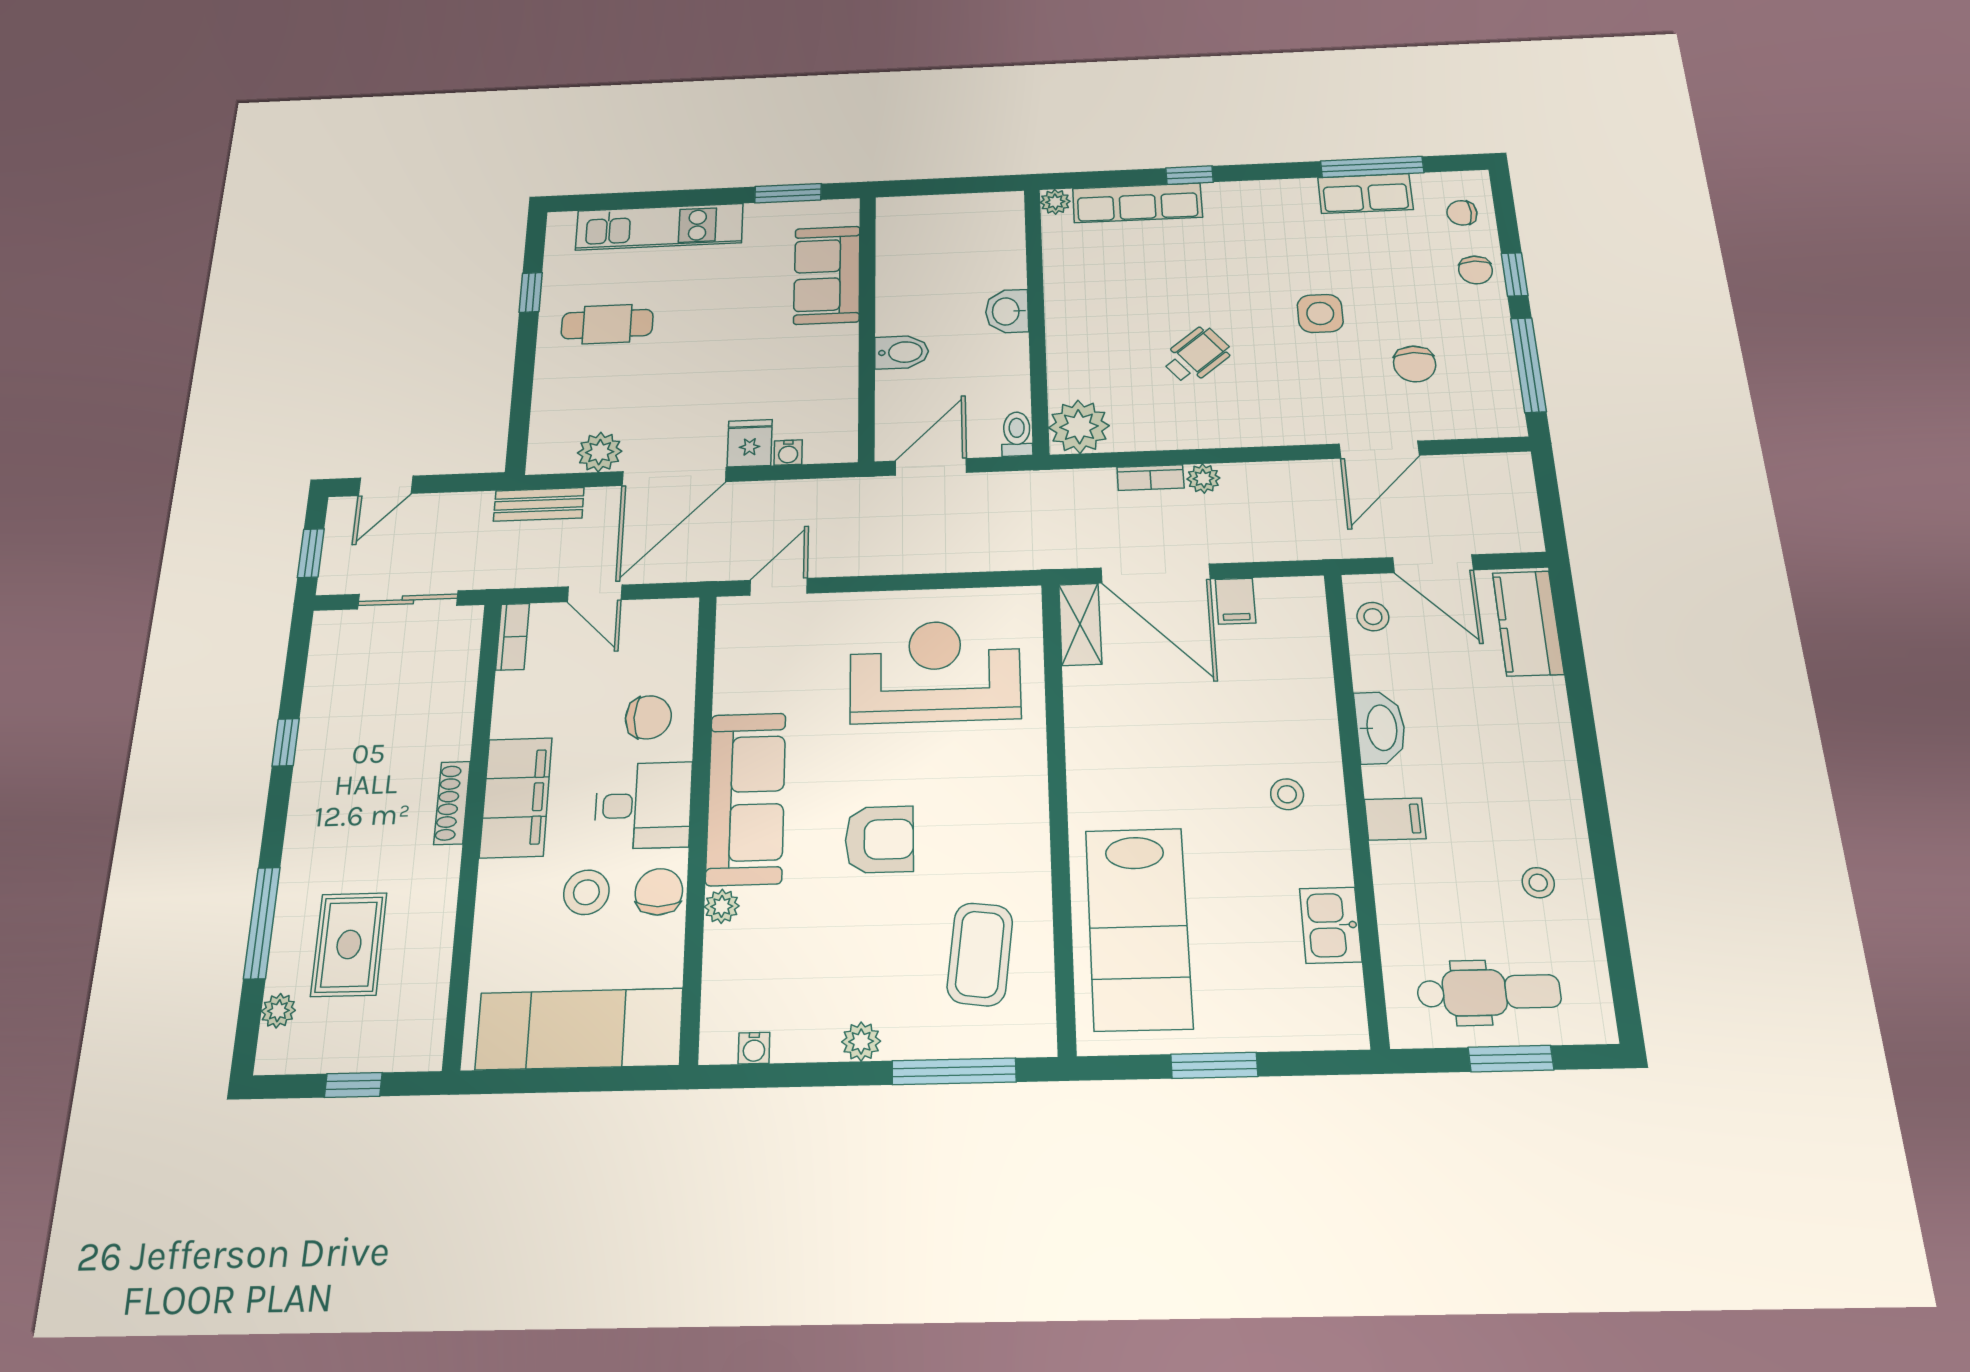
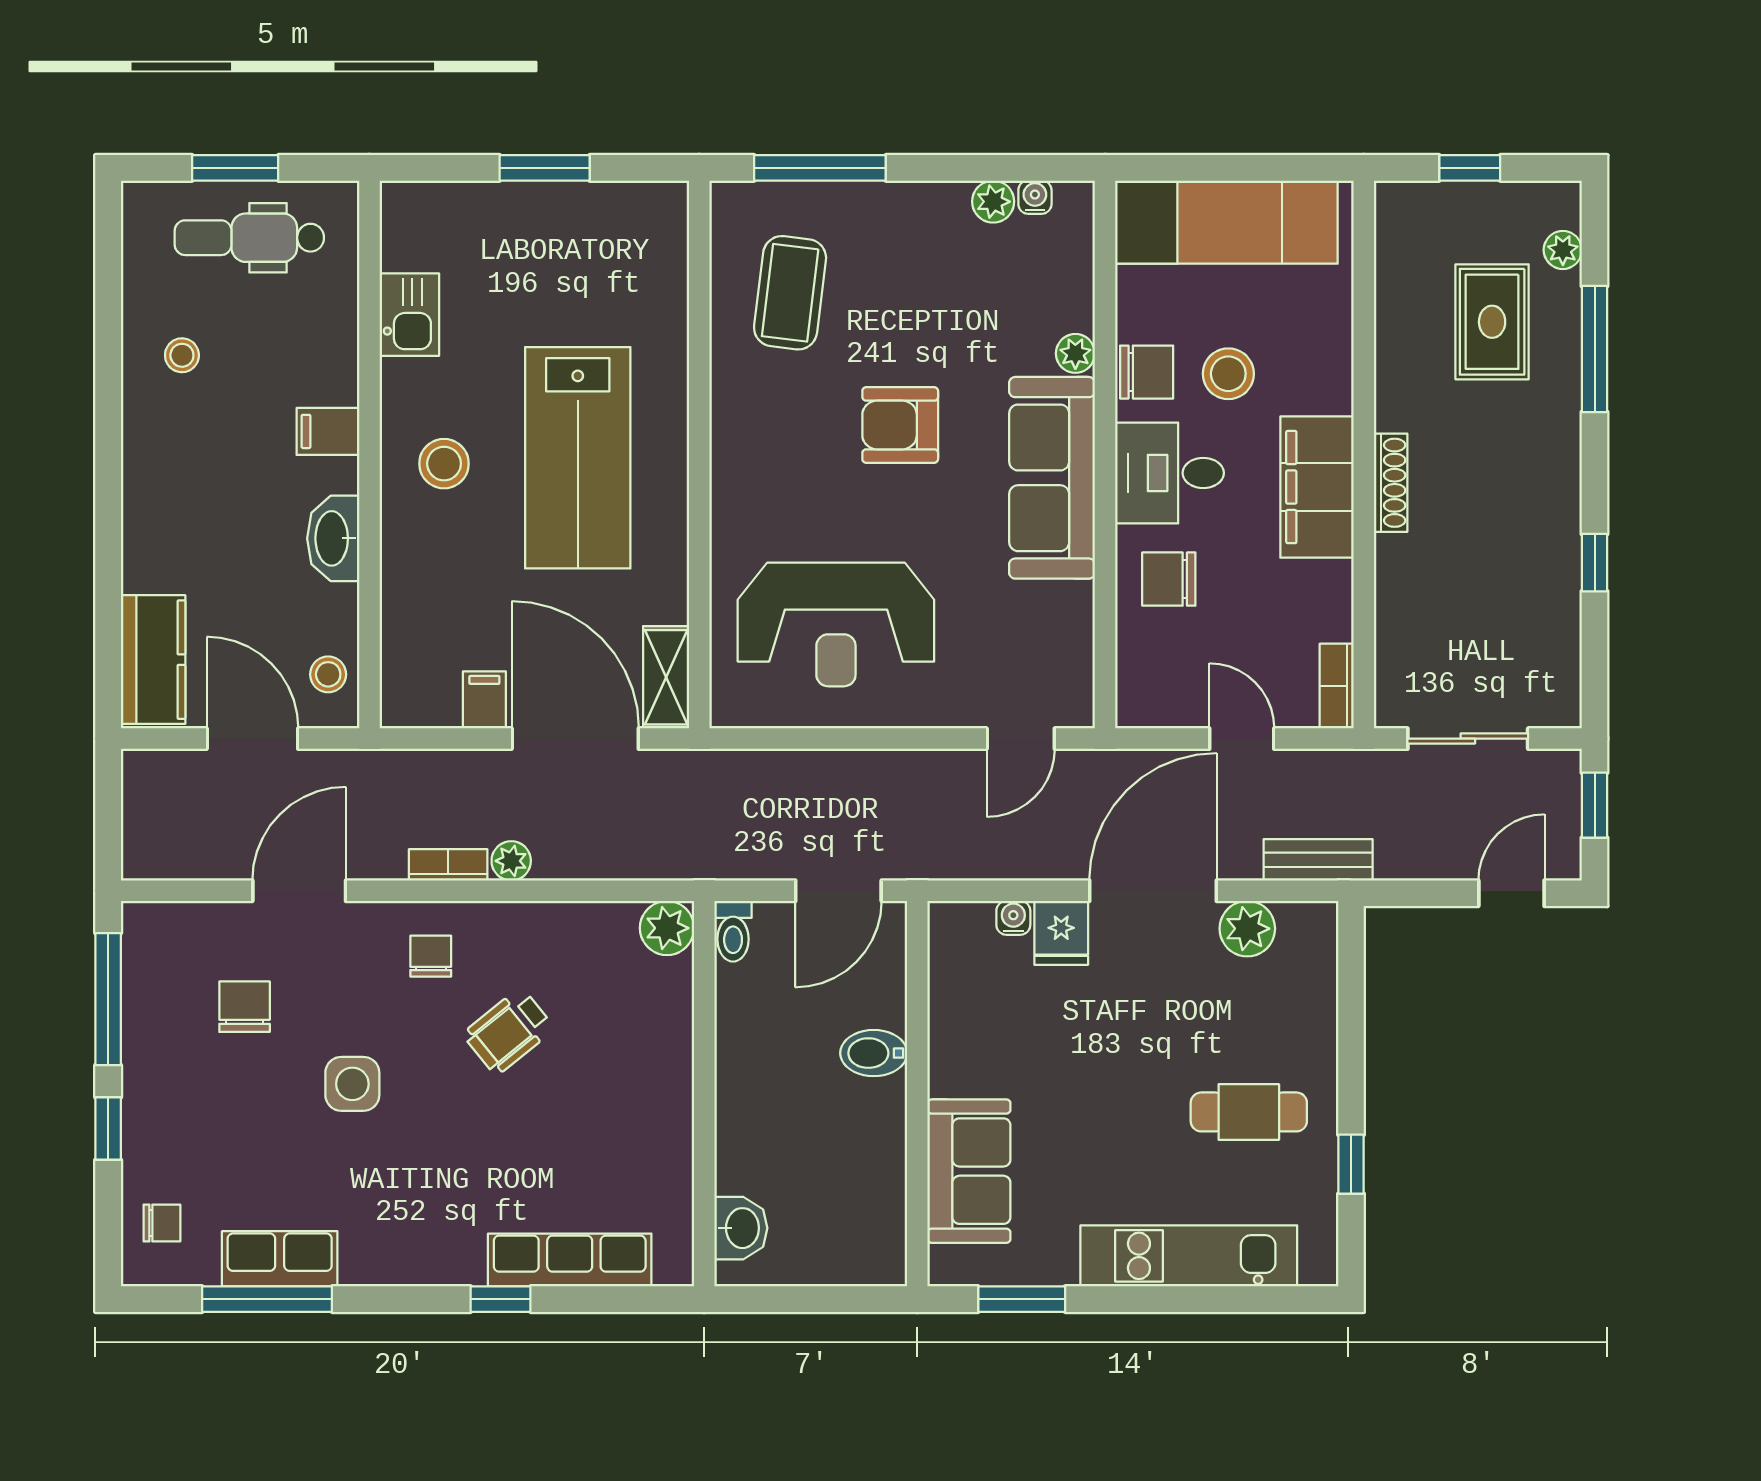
plant: (1055, 202) -> (675, 1267), removed
chair: (1476, 270) -> (431, 956), moved
washbasin: (1007, 311) -> (741, 1228), moved
plant: (1079, 427) -> (667, 928), width x0.73, depth x0.73
bookcase: (1150, 478) -> (448, 865), moved
stool: (1287, 794) -> (444, 464), width x1.37, depth x1.37
chair: (659, 892) -> (1147, 372), turned -91
lab bench: (1138, 928) -> (578, 458), moved, turned 180
plant: (861, 1041) -> (993, 202), moved

